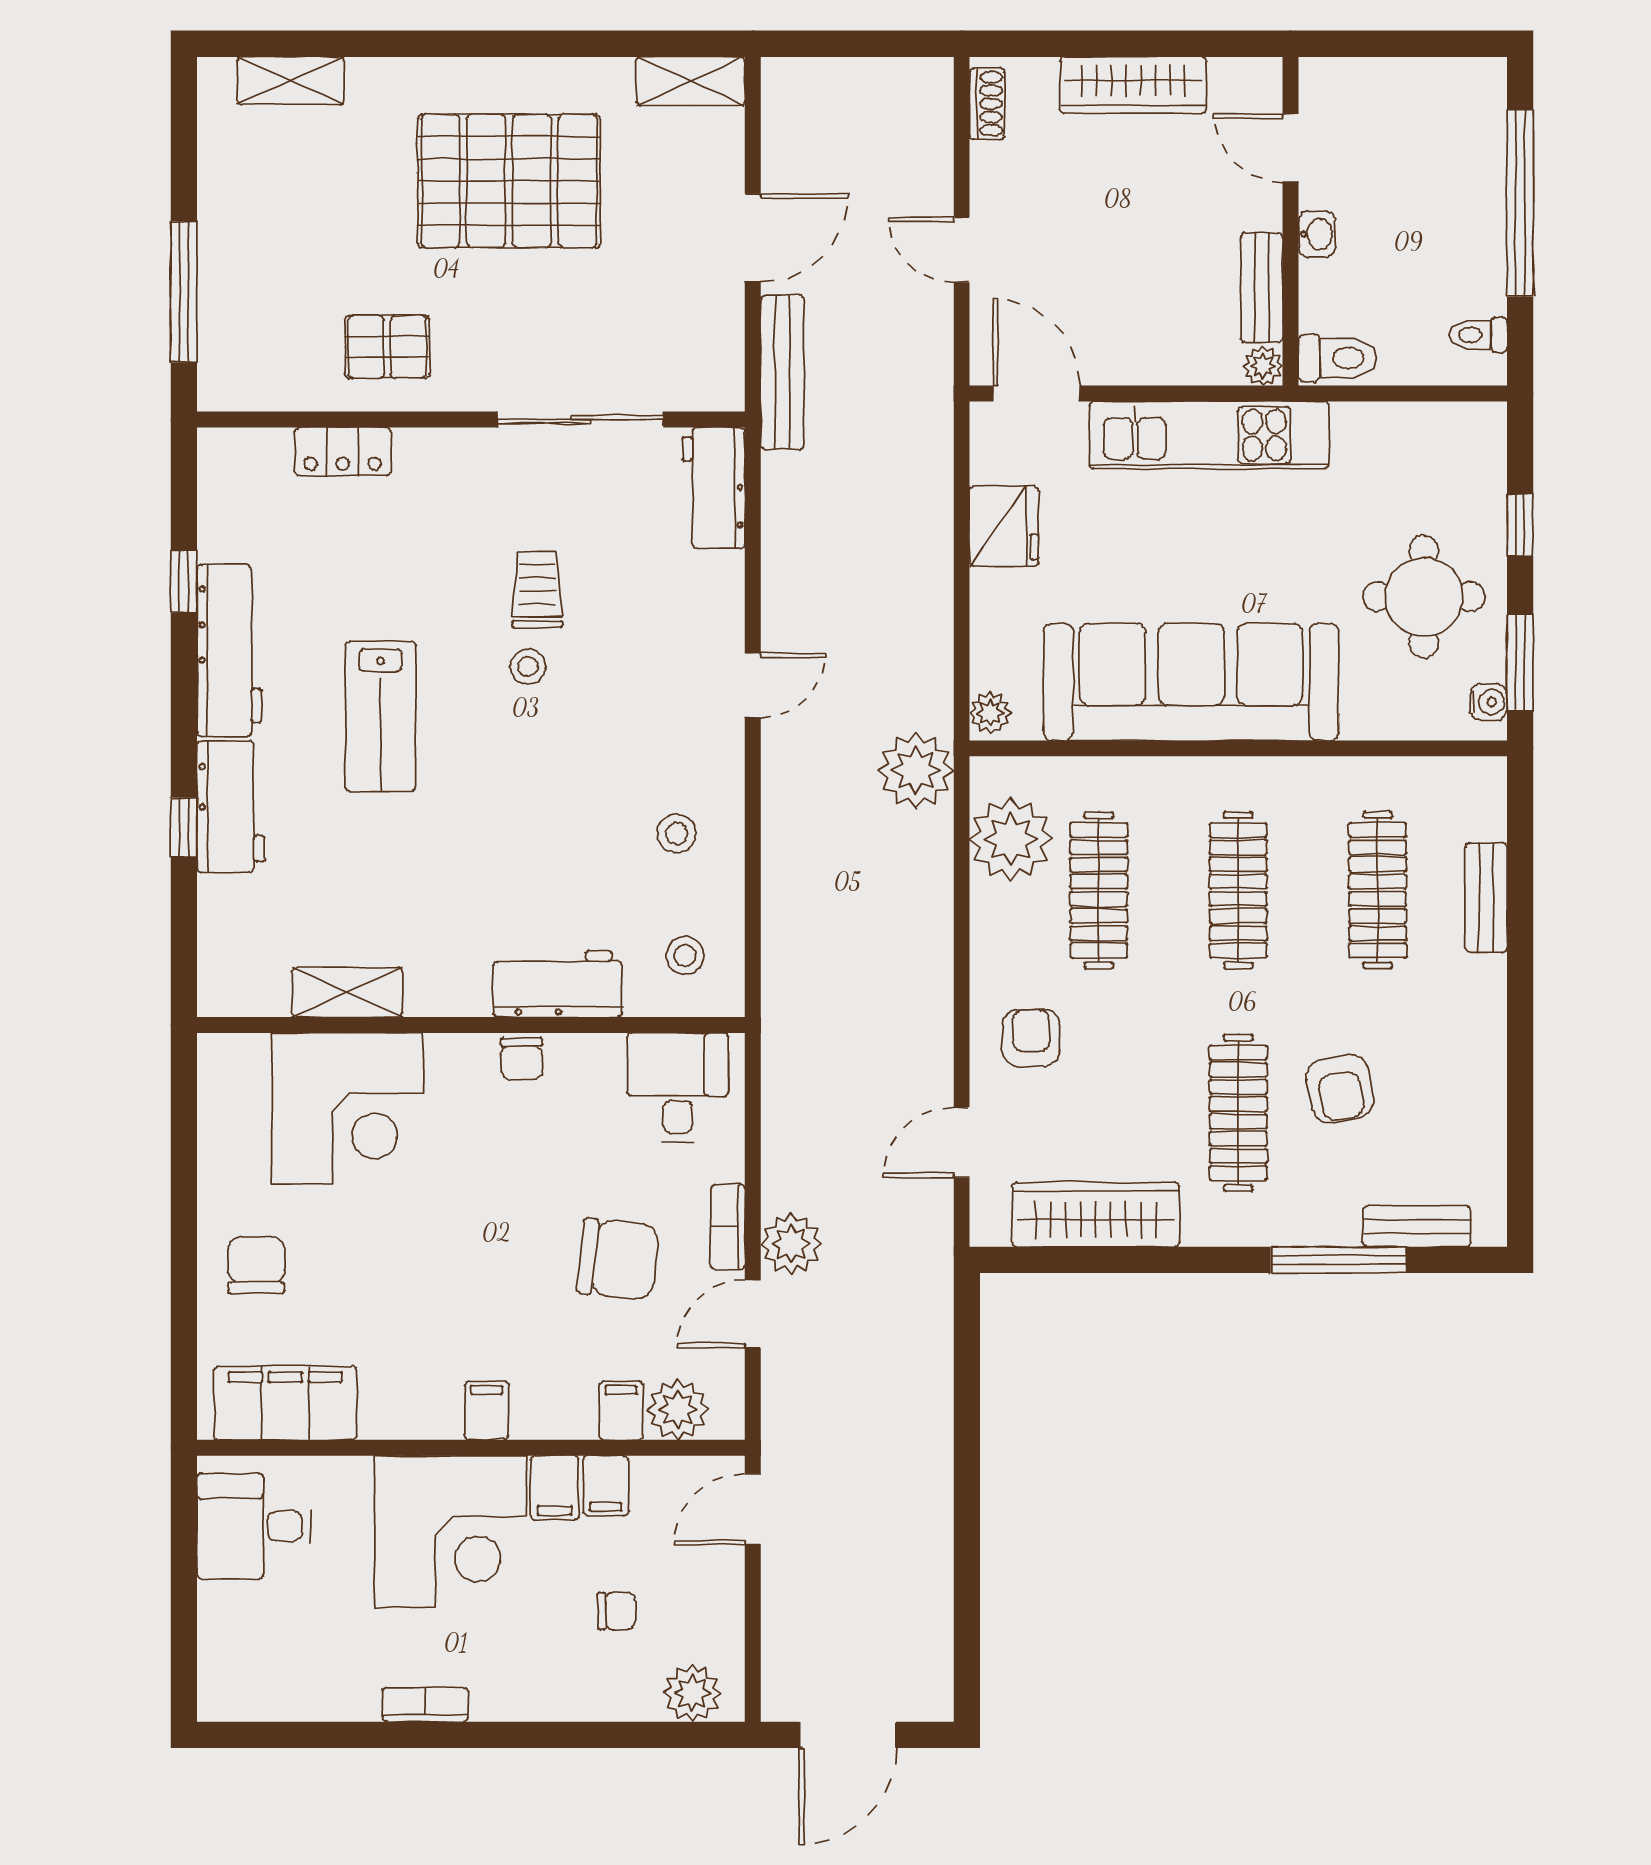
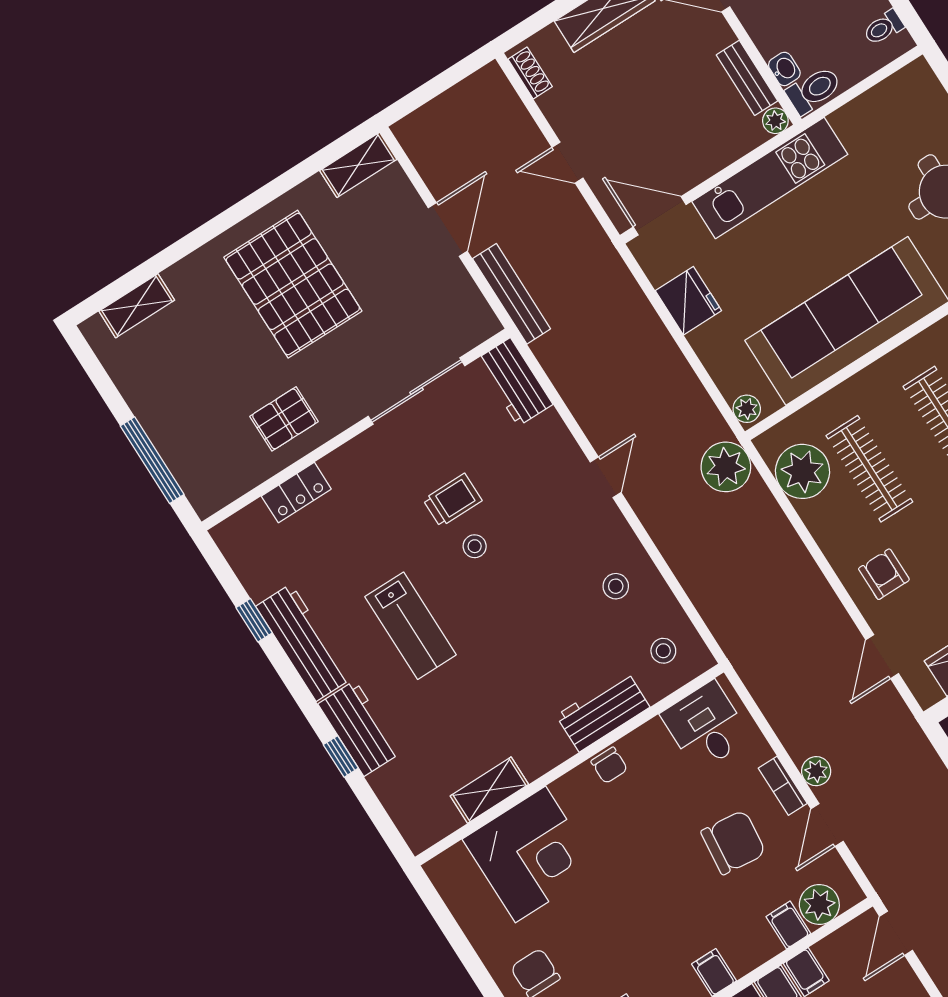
pallet: (509, 181) -> (293, 284), turned 90
washbasin: (1317, 234) -> (784, 69), moved
trolley: (537, 589) -> (453, 500), turned 90
plant: (791, 1244) -> (816, 771), width x0.73, depth x0.73

